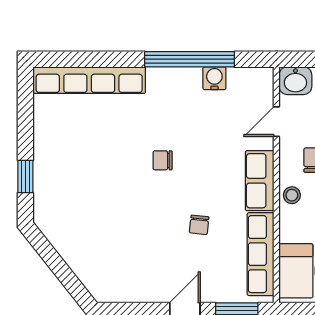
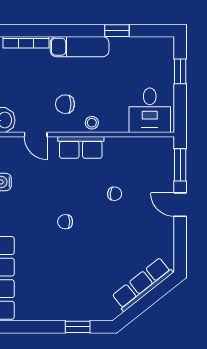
chair: (163, 160) -> (65, 222), turned 90
row of seats: (261, 254) -> (142, 284), moved, turned 142

